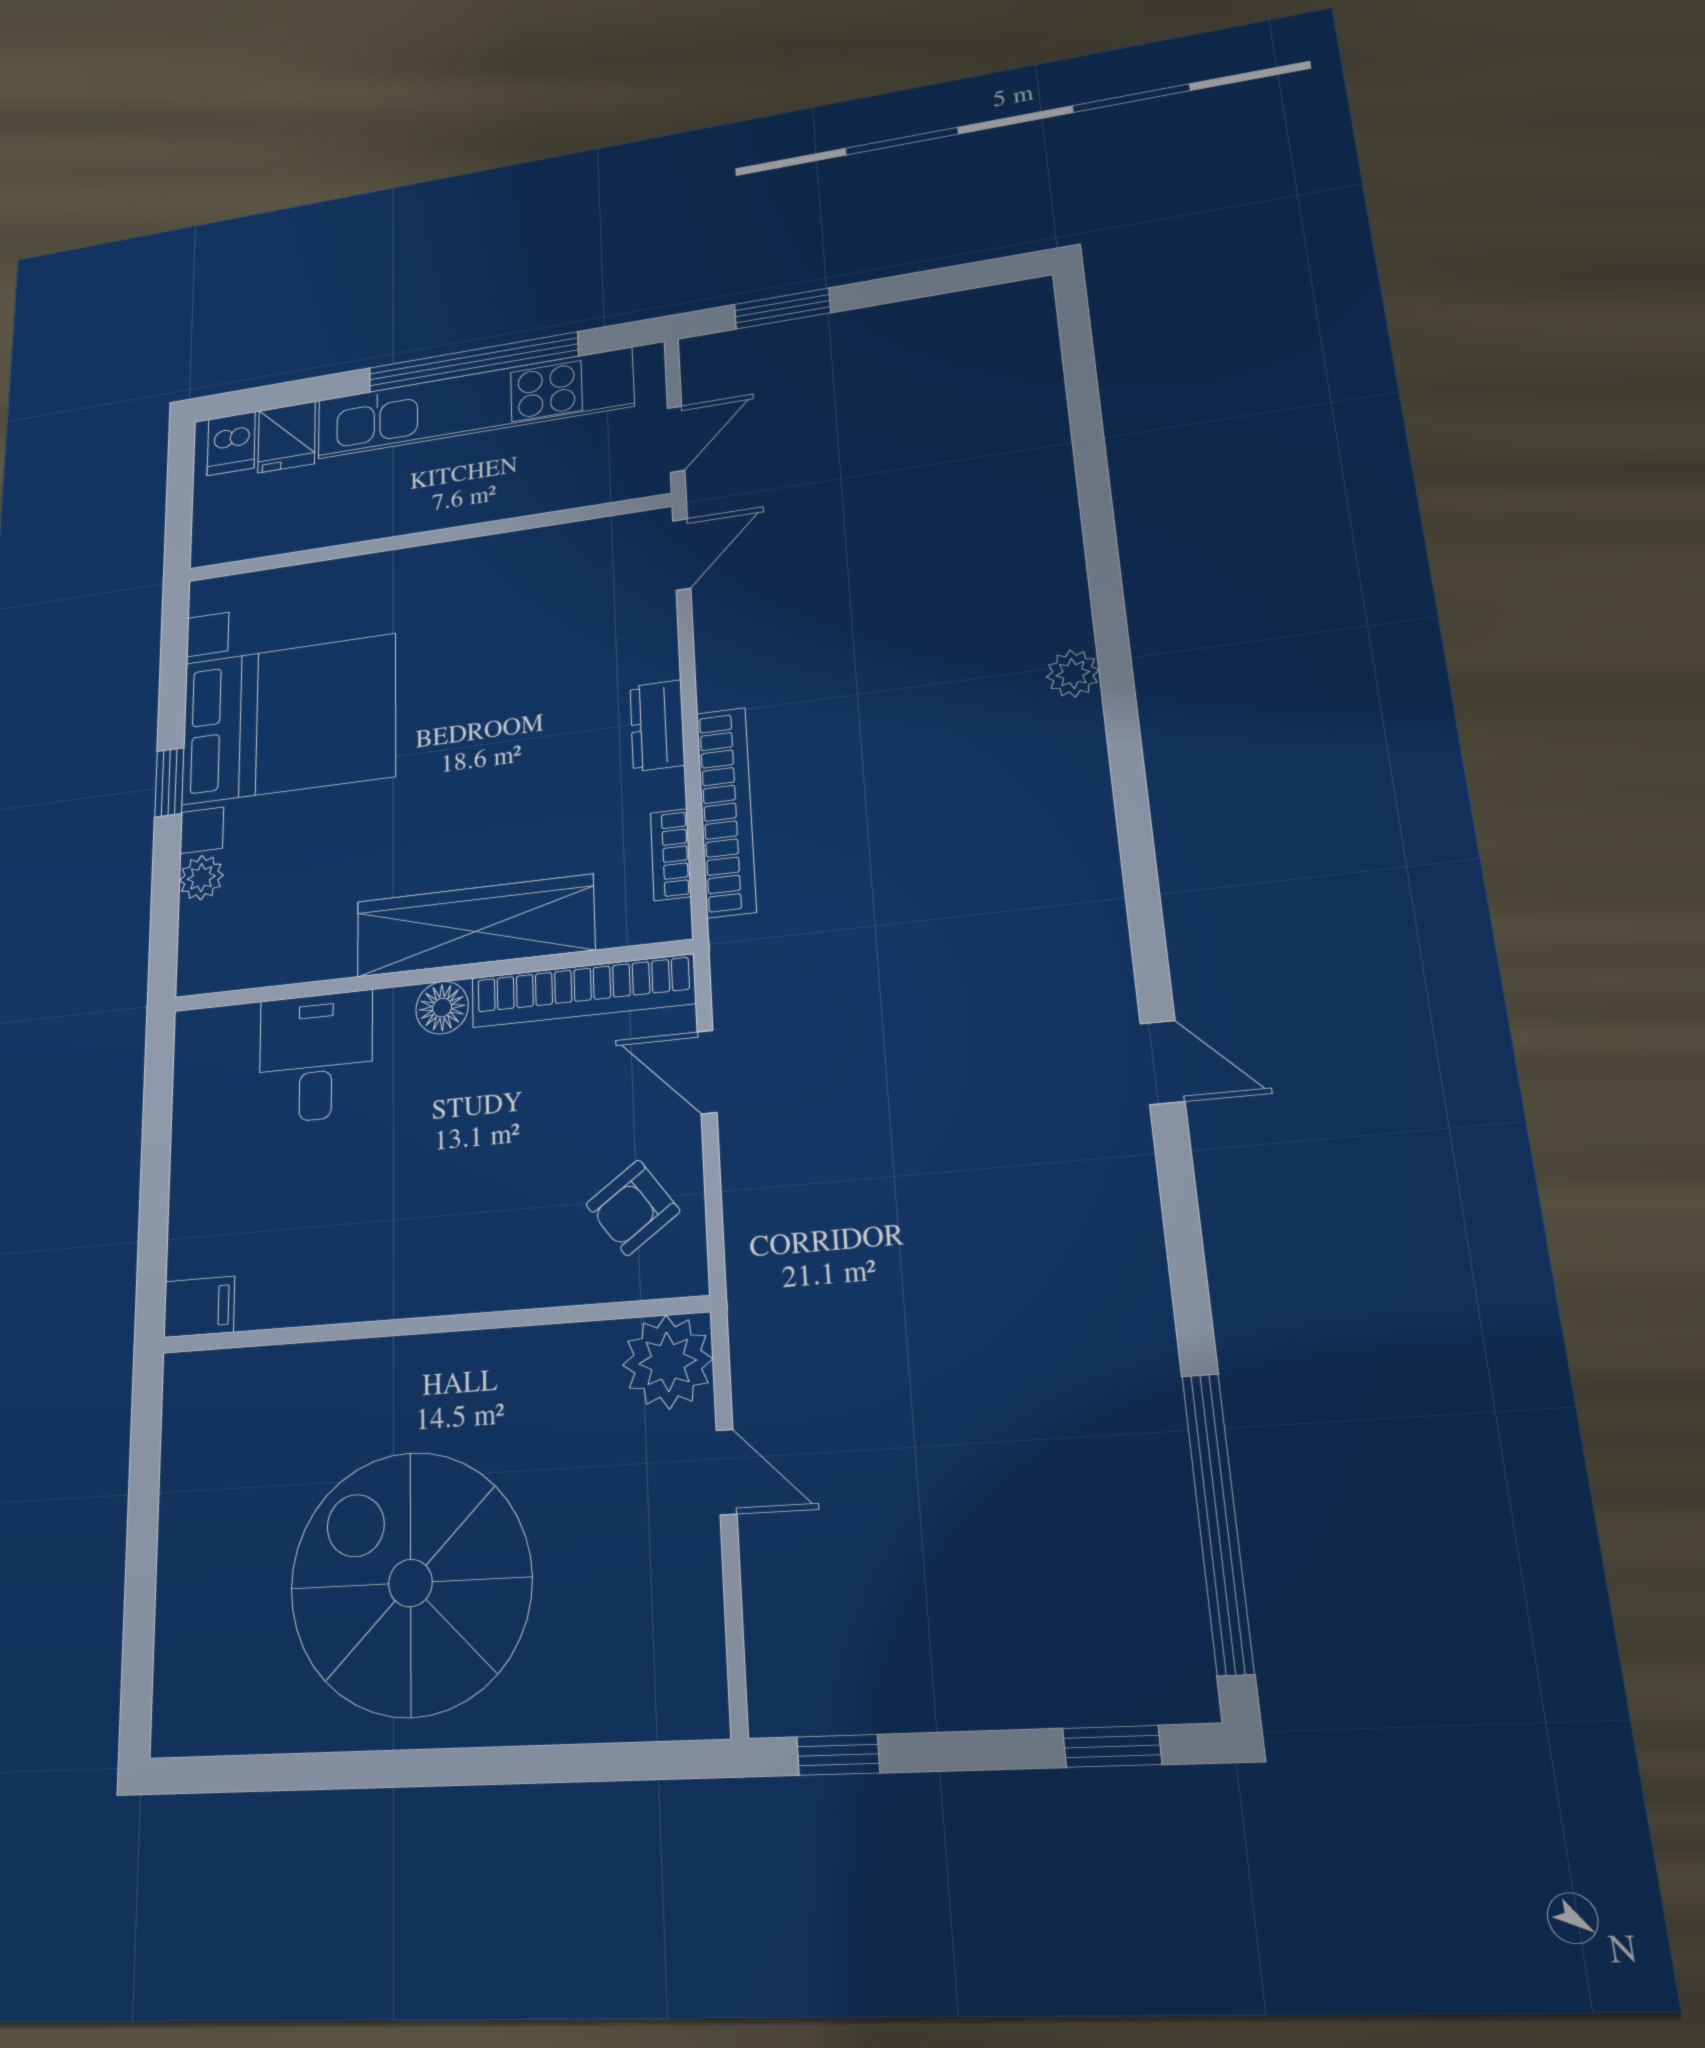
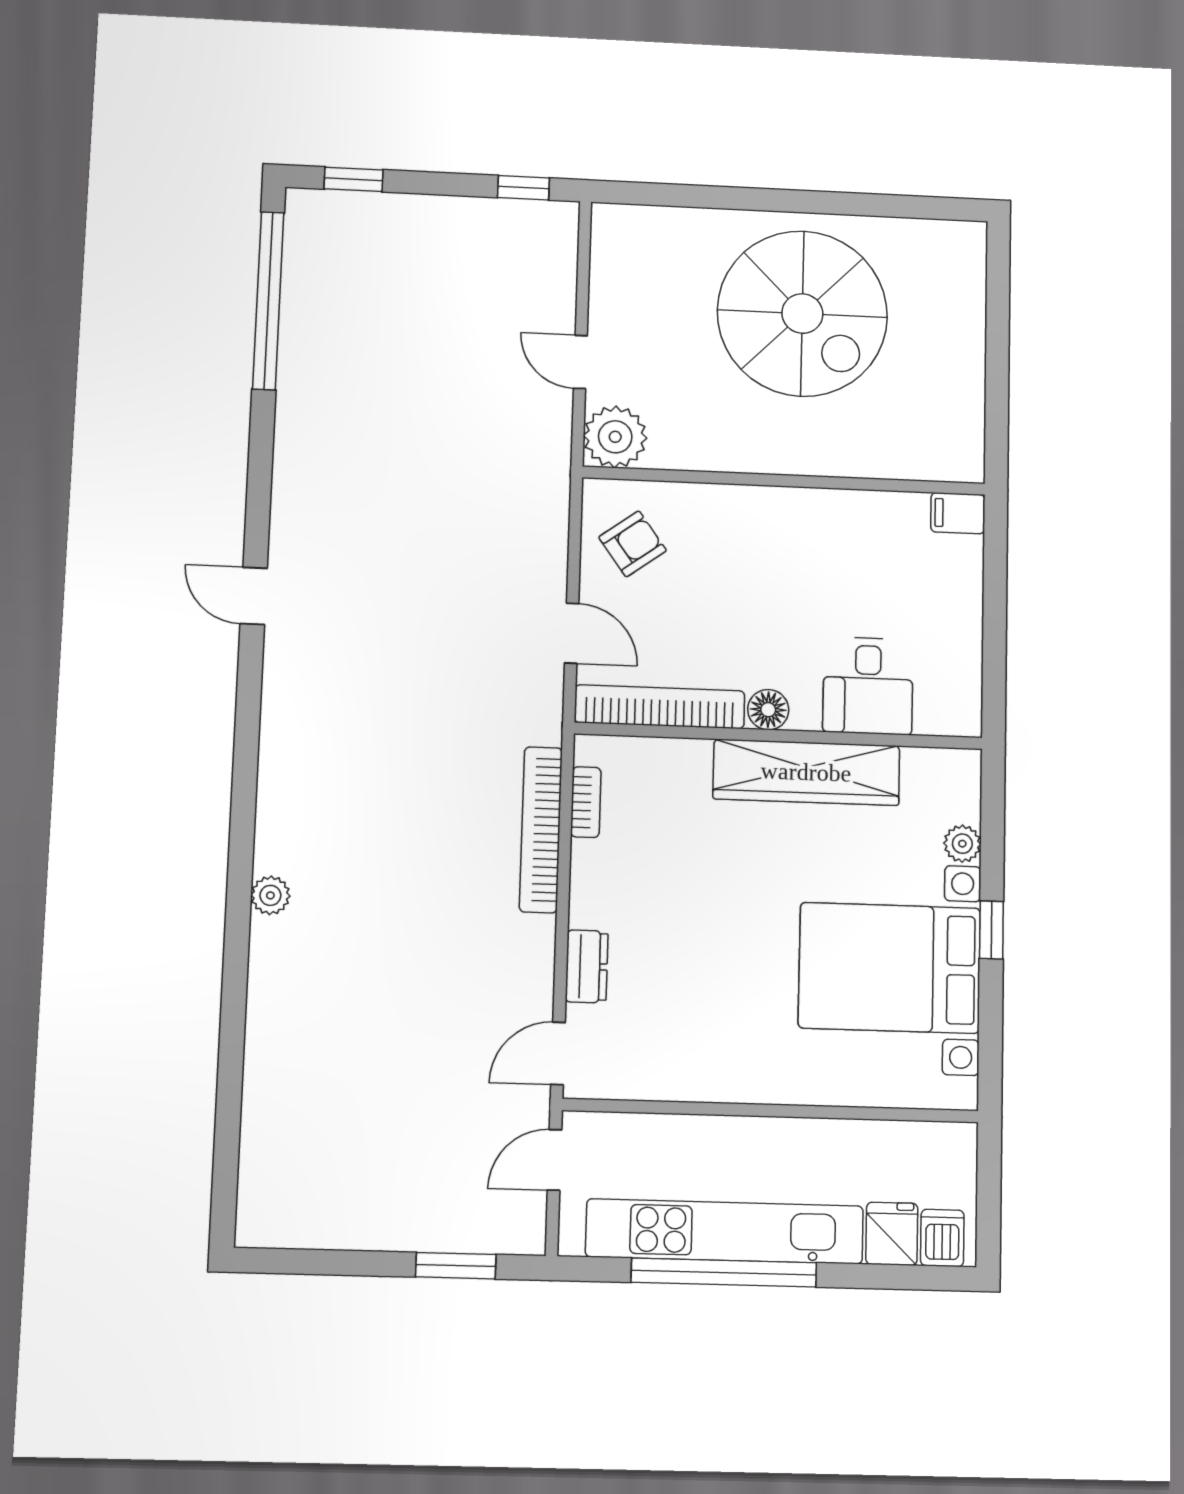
dresser: (657, 726) -> (587, 966), moved
wardrobe: (475, 926) -> (806, 772), moved

